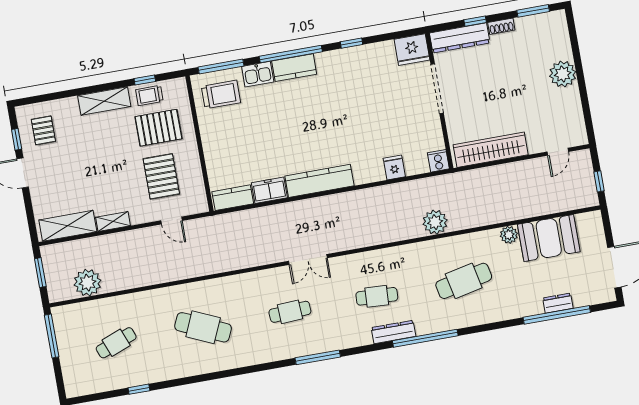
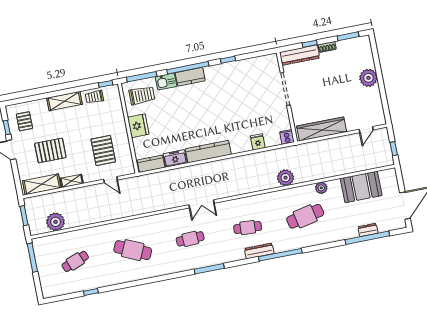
fridge: (412, 50) -> (138, 126), moved, turned -90
window: (145, 80) -> (106, 84), moved
pallet: (158, 128) -> (50, 150), moved
plant: (509, 235) -> (321, 188), moved

